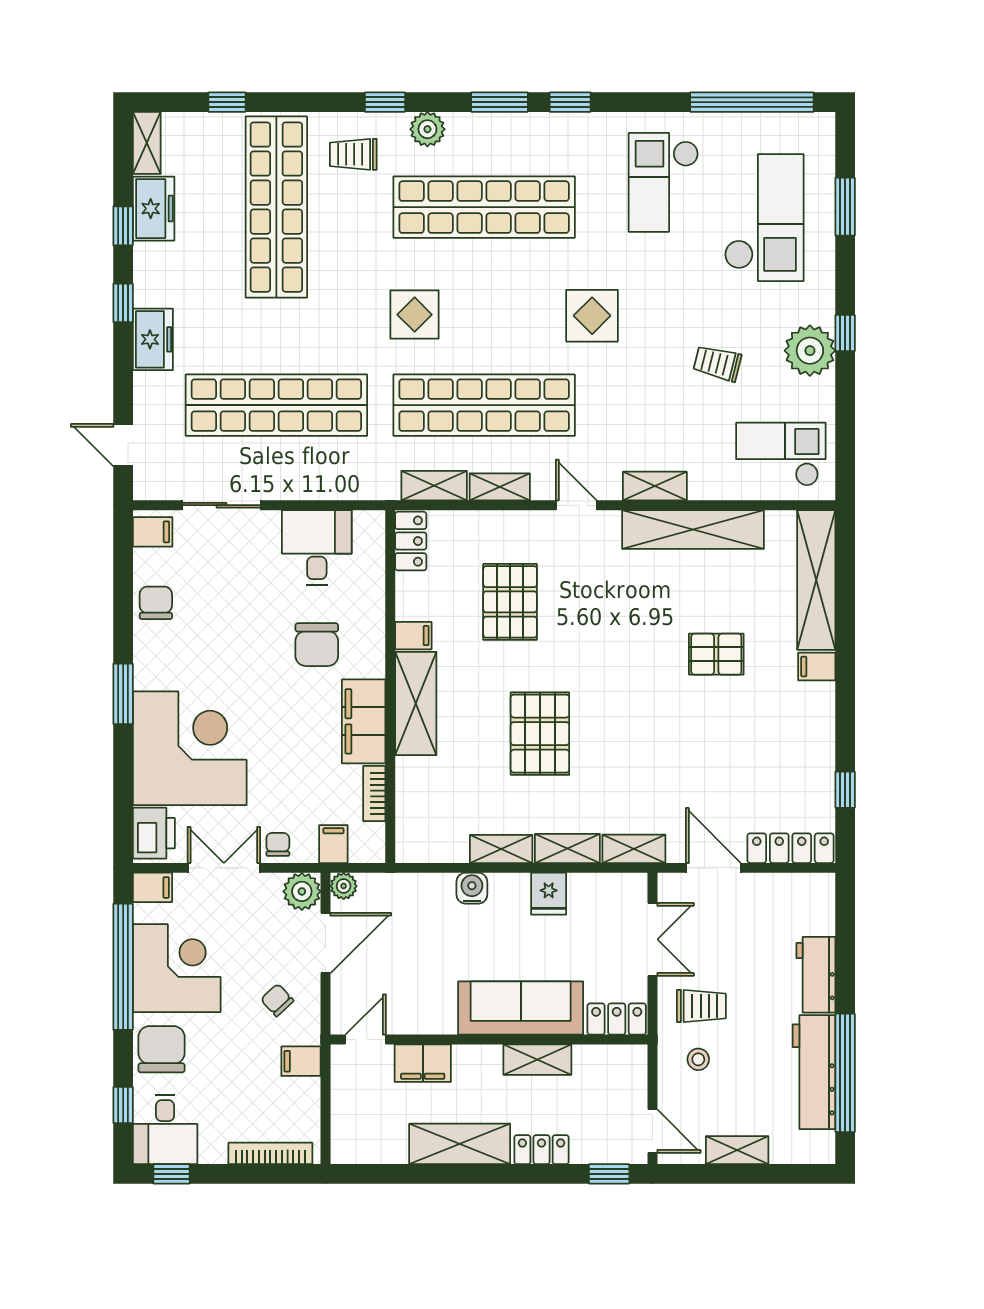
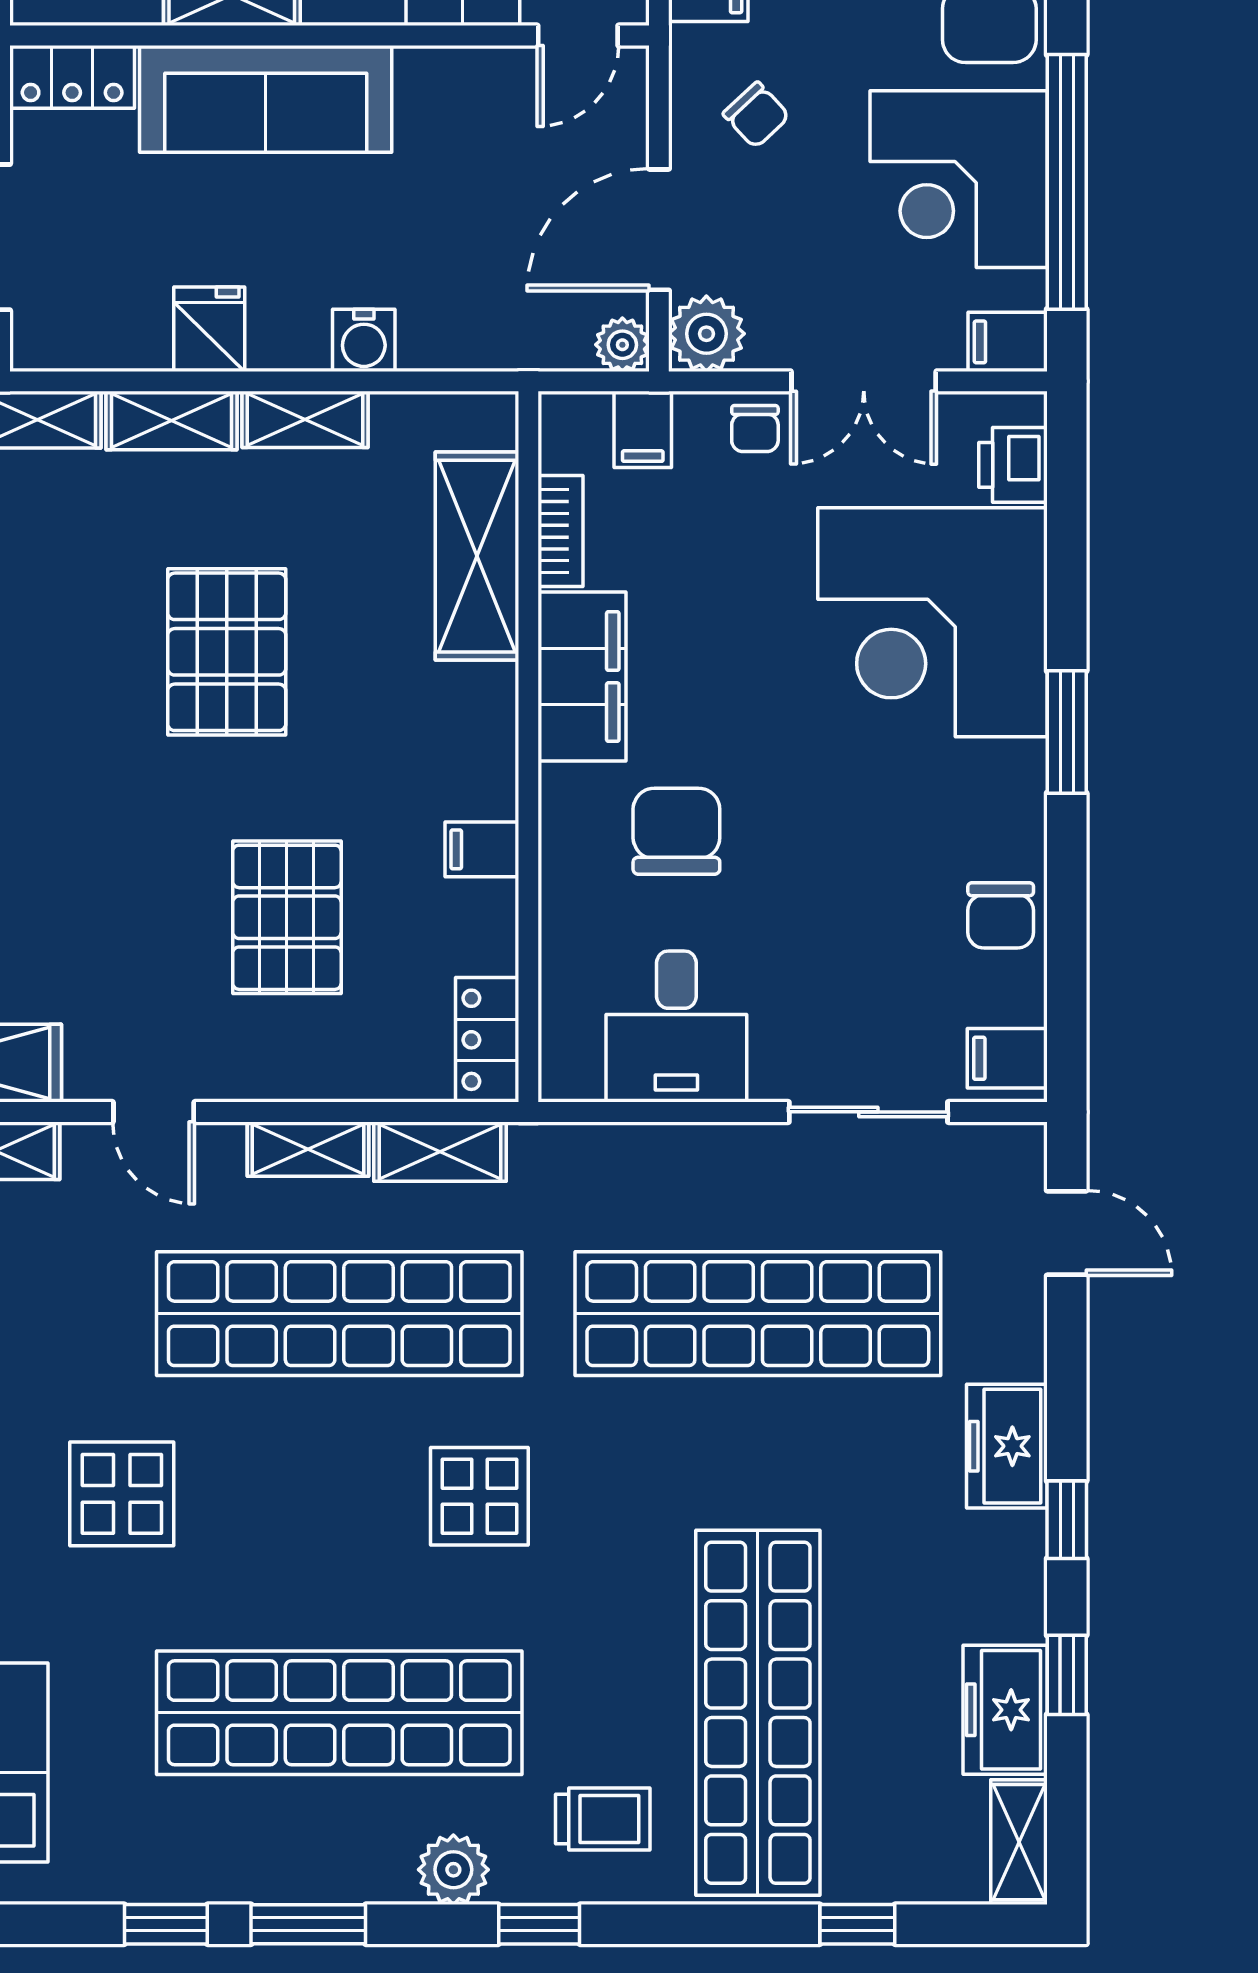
shelving: (416, 704) -> (477, 556), moved
printer: (154, 833) -> (1013, 465), width x0.73, depth x0.81

